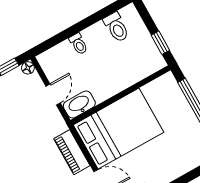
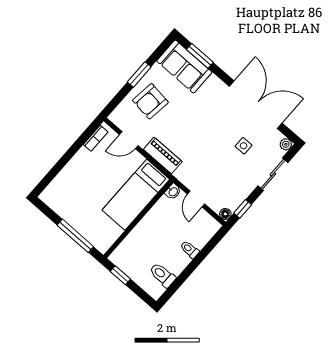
washbasin: (79, 105) -> (173, 192), width x0.52, depth x0.69
bed: (118, 129) -> (136, 195), width x0.67

